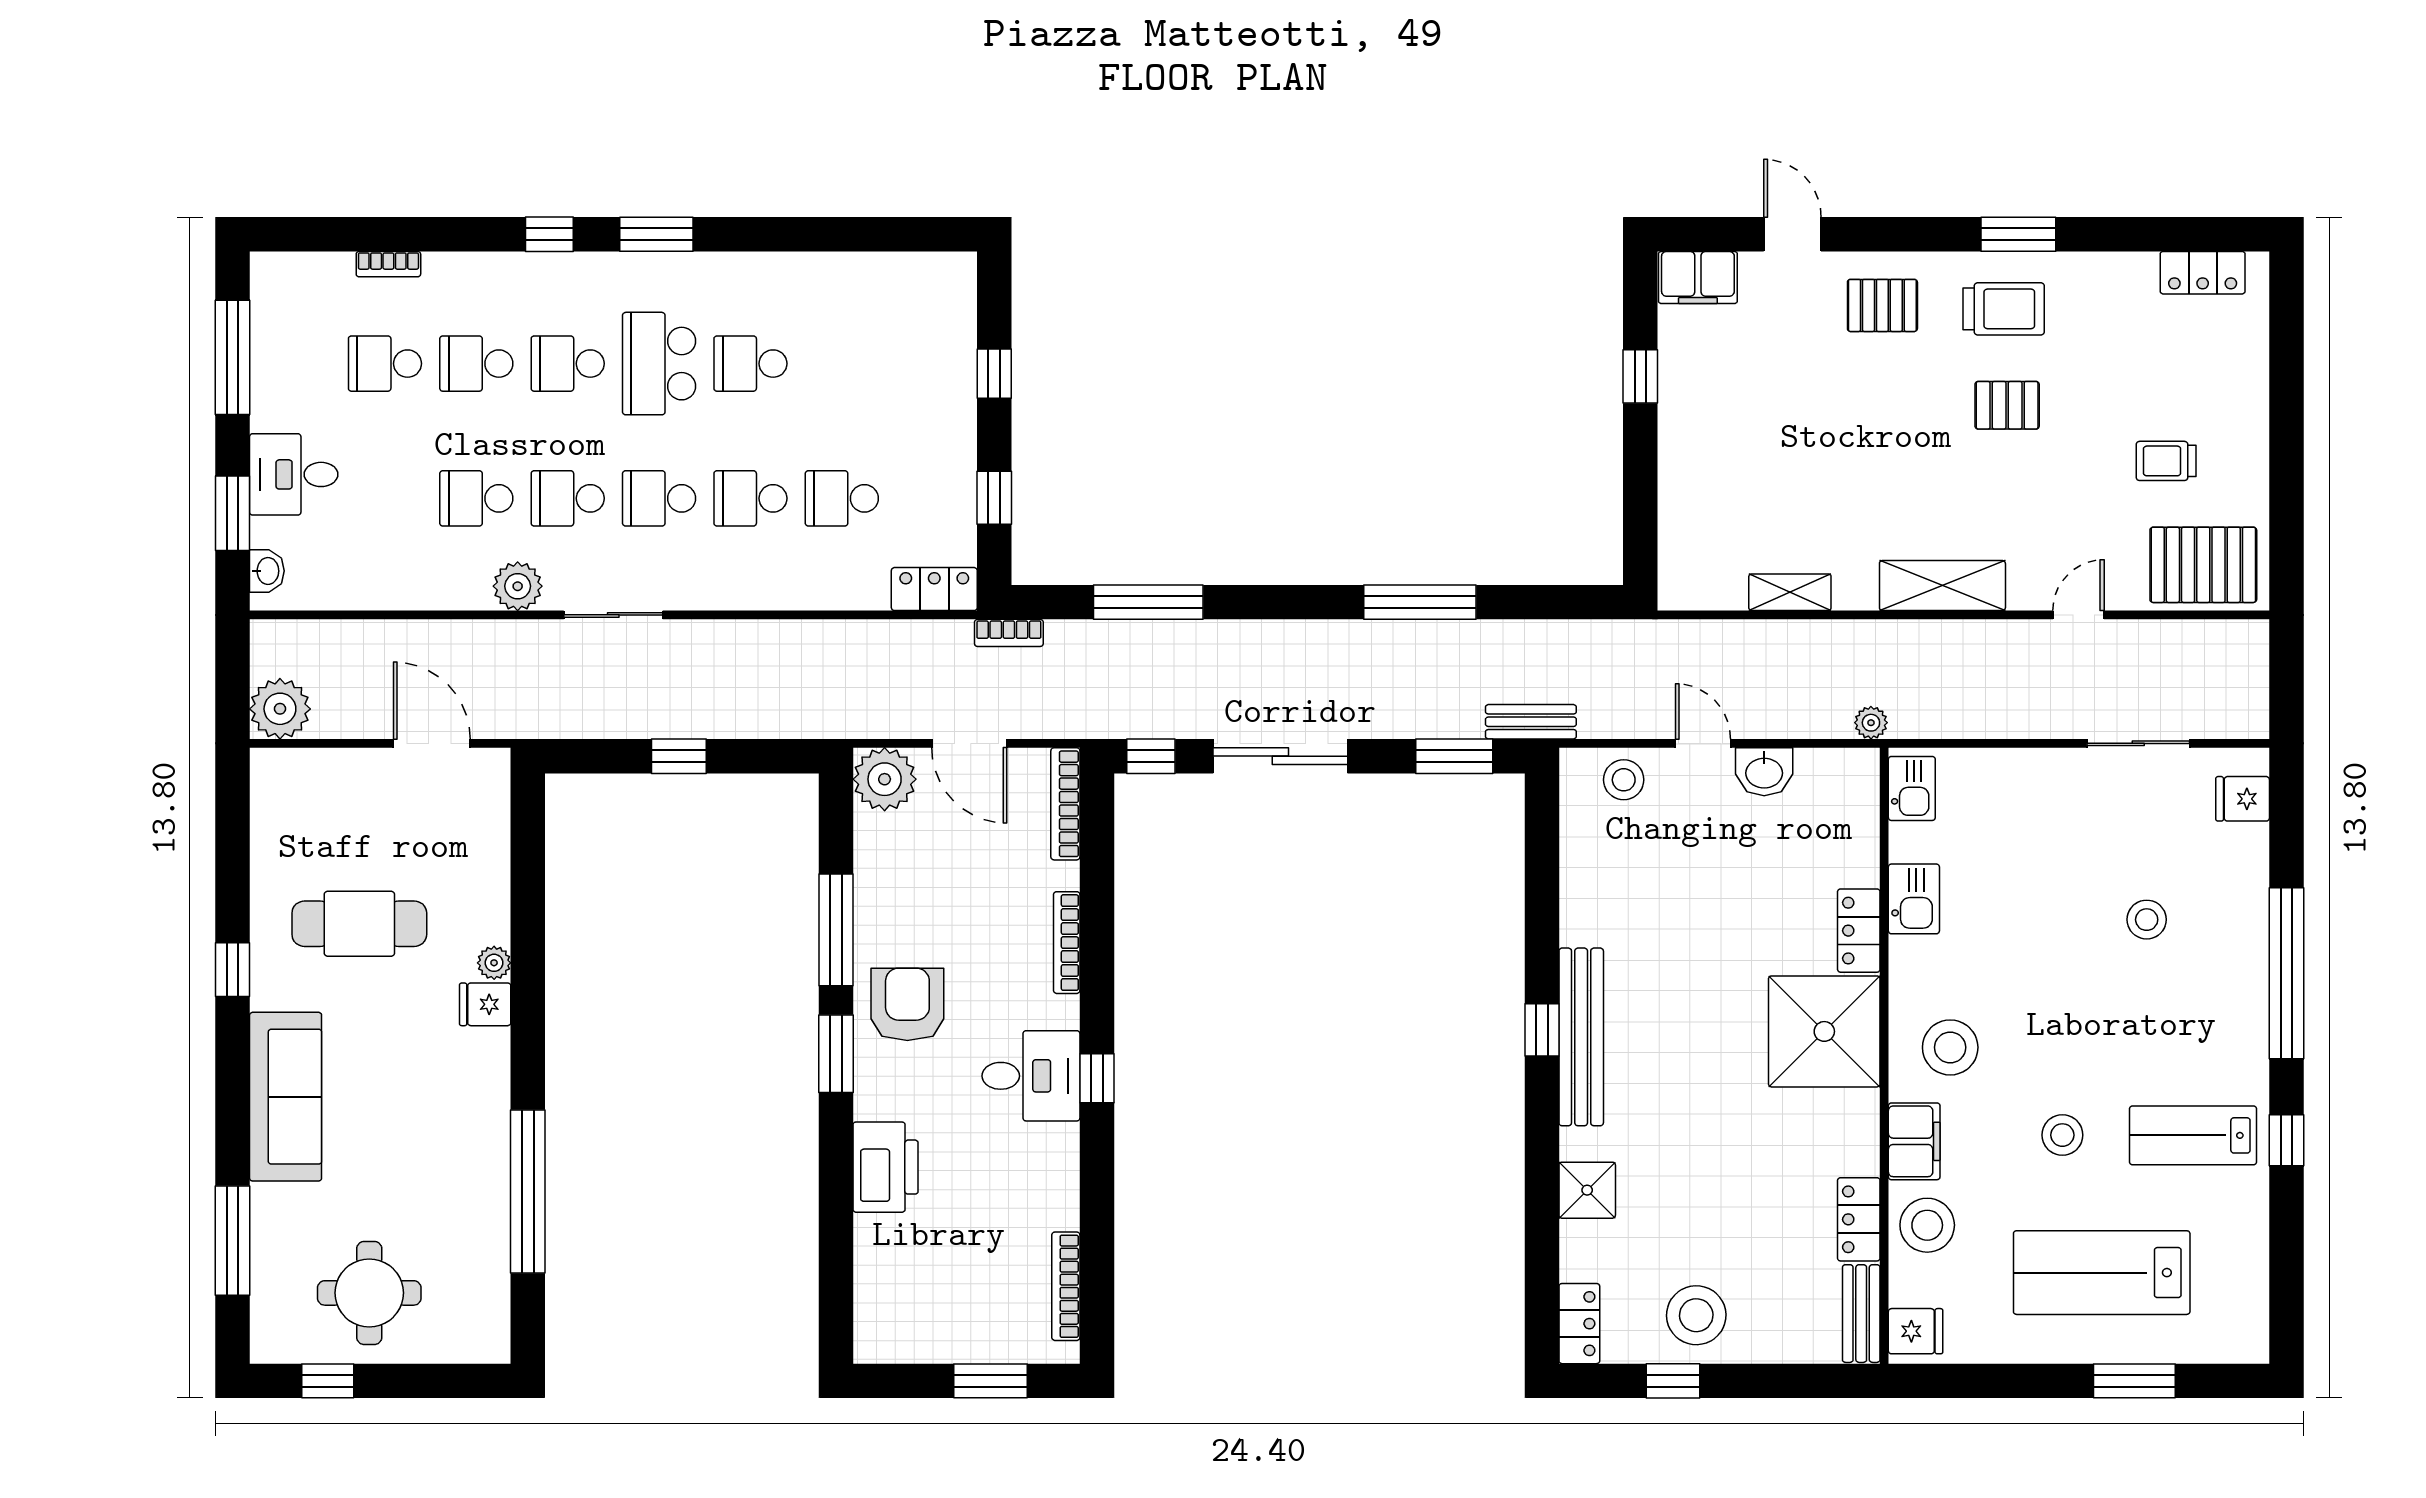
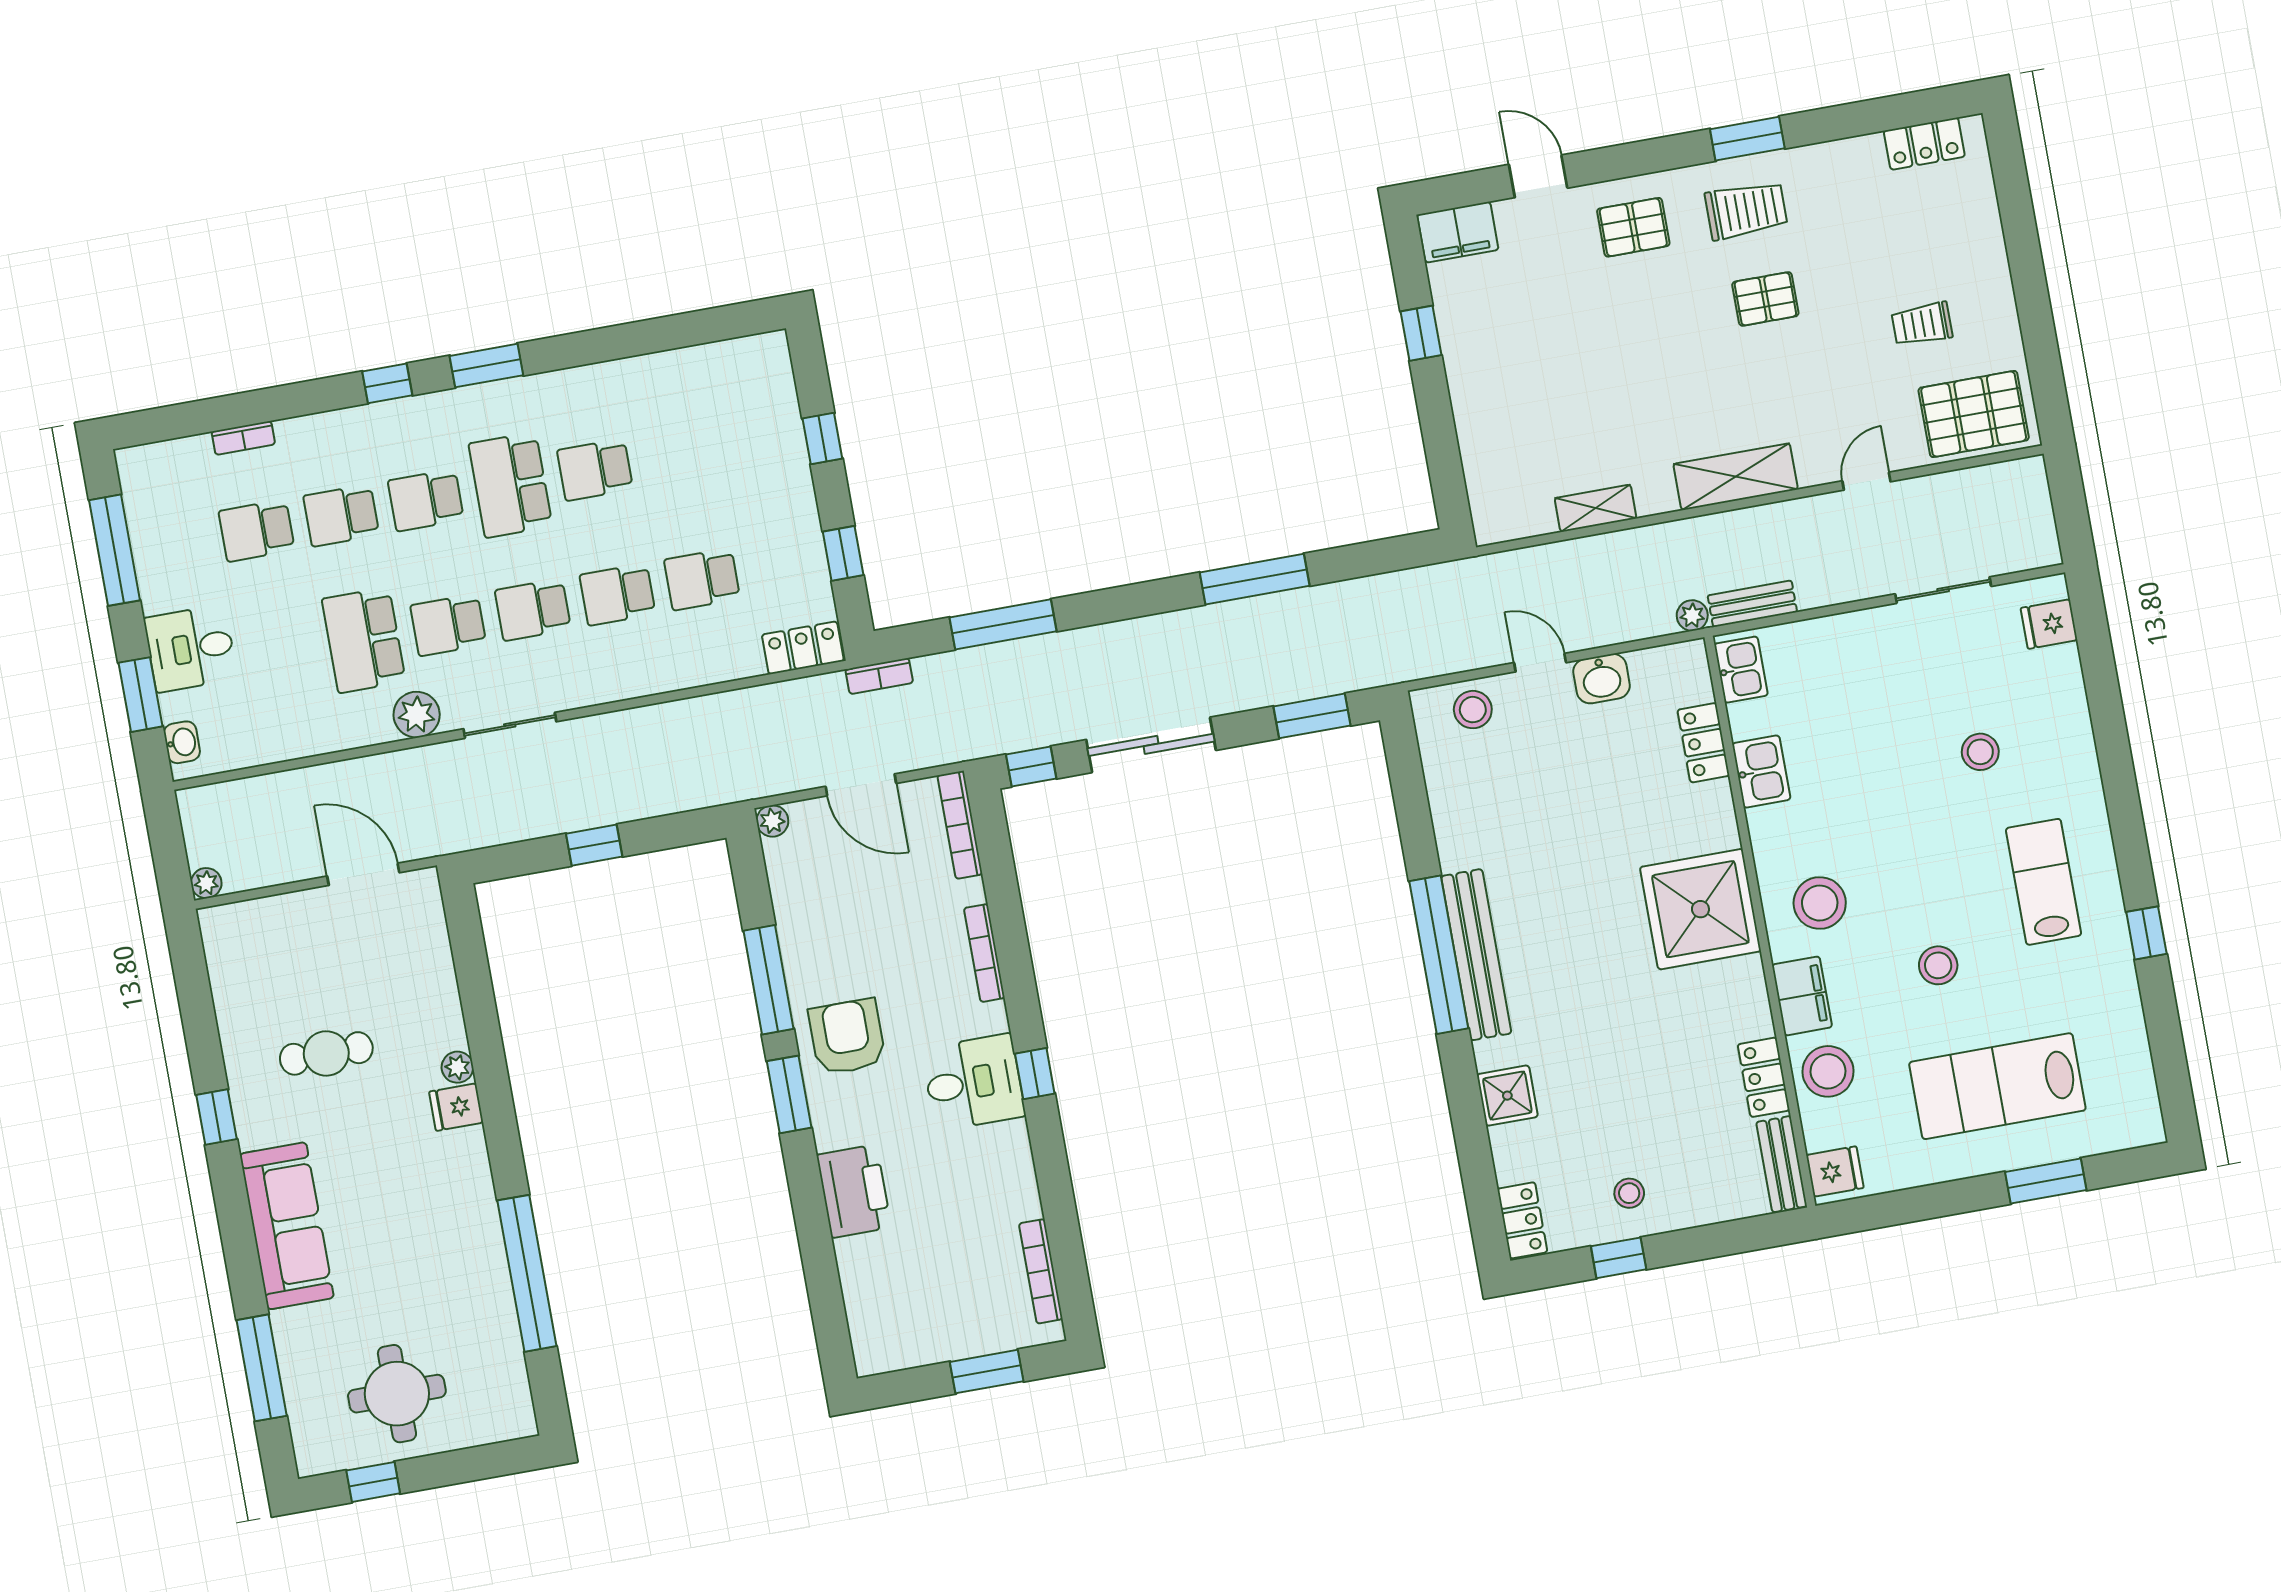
school desk: (476, 498) -> (364, 640), width x1.85
plant: (280, 709) -> (206, 883), width x0.53, depth x0.53
bench: (1531, 722) -> (1752, 604), moved
plant: (885, 779) -> (772, 821), width x0.53, depth x0.53
cafe table: (359, 924) -> (326, 1053), width x0.73, depth x0.74
locker: (1859, 931) -> (1703, 743), moved
window: (2286, 973) -> (2119, 778), removed
window: (1542, 1030) -> (1439, 955), width x3.17
lab bench: (2193, 1135) -> (2044, 882), moved, turned 90
stool: (1696, 1315) -> (1629, 1193), width x0.53, depth x0.53

